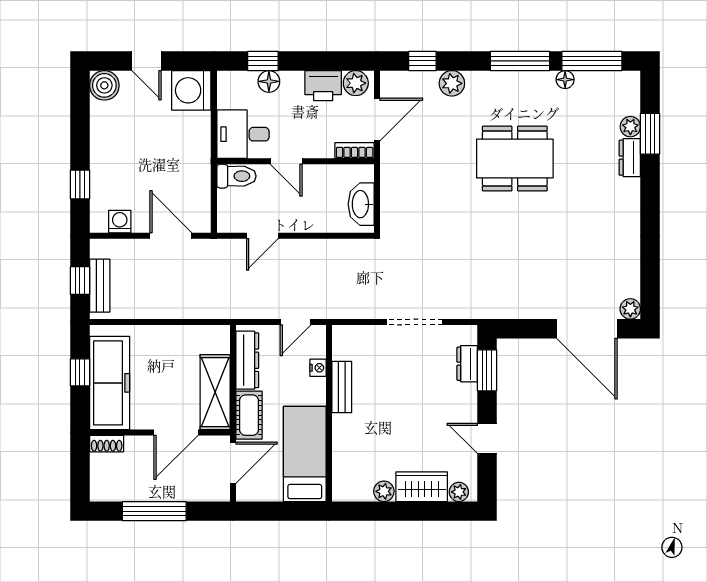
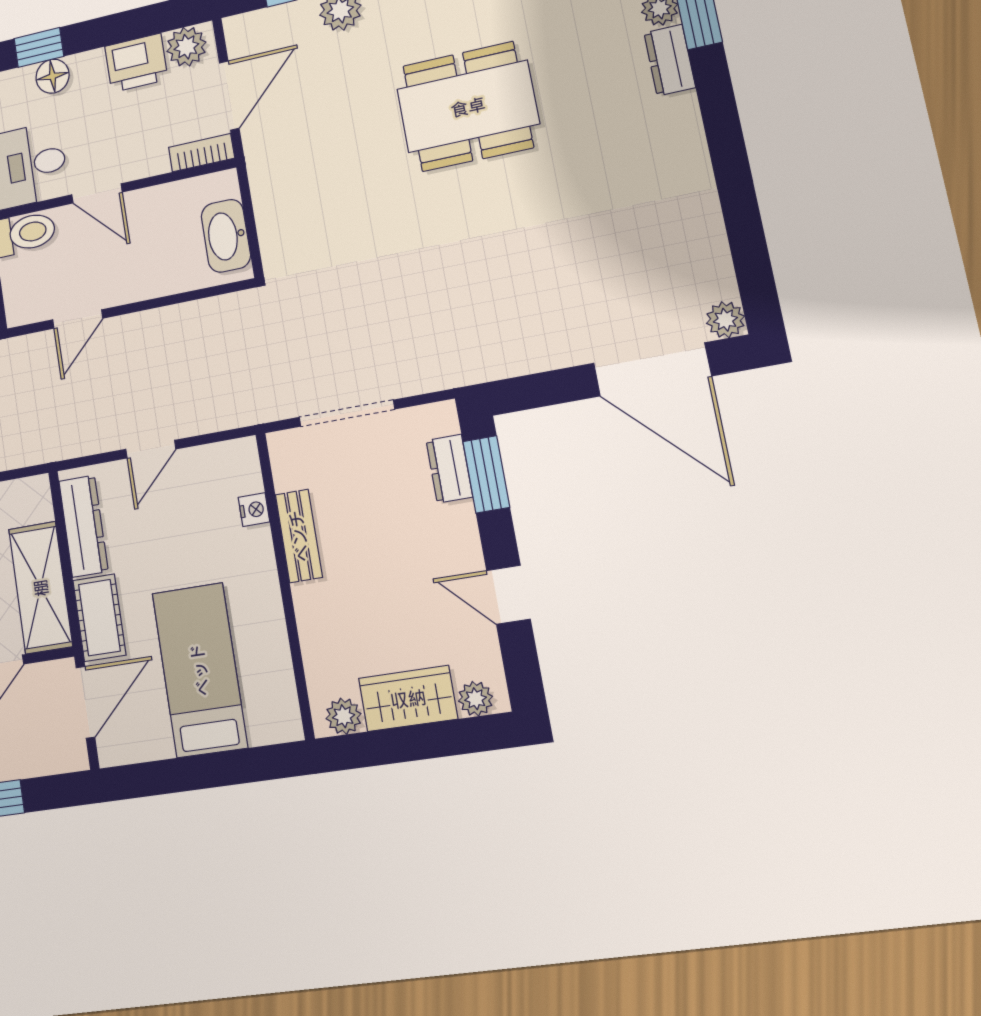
nightstand: (318, 368) -> (254, 510), moved
bench: (342, 387) -> (299, 536), moved
wall: (329, 413) -> (285, 584), moved

